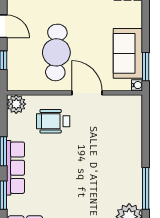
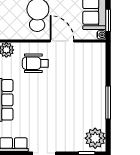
window: (146, 188) -> (108, 103), moved

